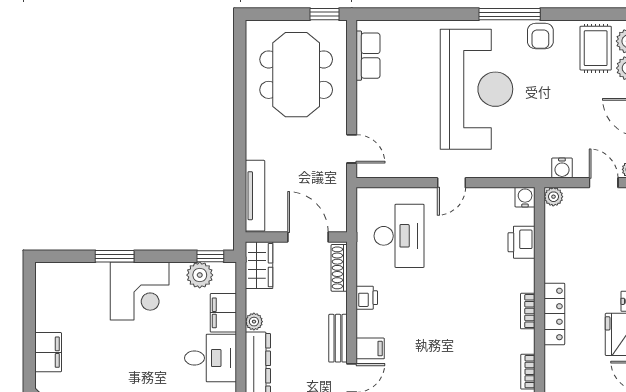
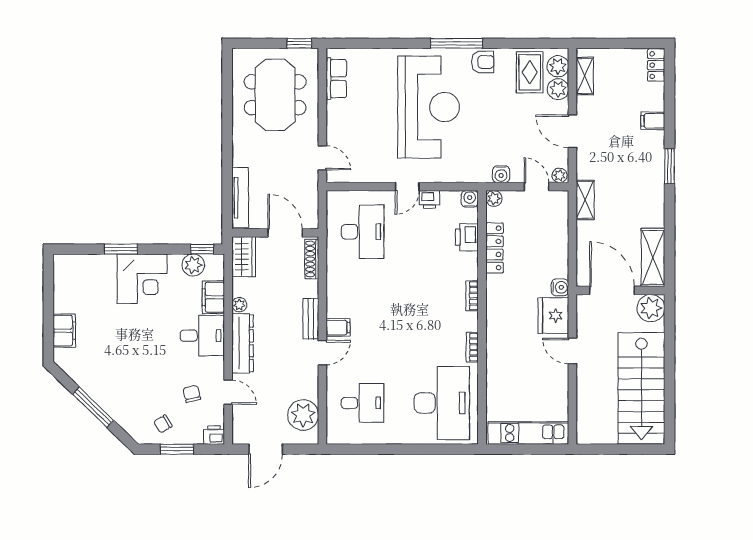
armchair: (540, 36) -> (483, 62), turned -90
printer: (367, 298) -> (429, 199), moved, turned 90
locker: (554, 314) -> (495, 248), moved

